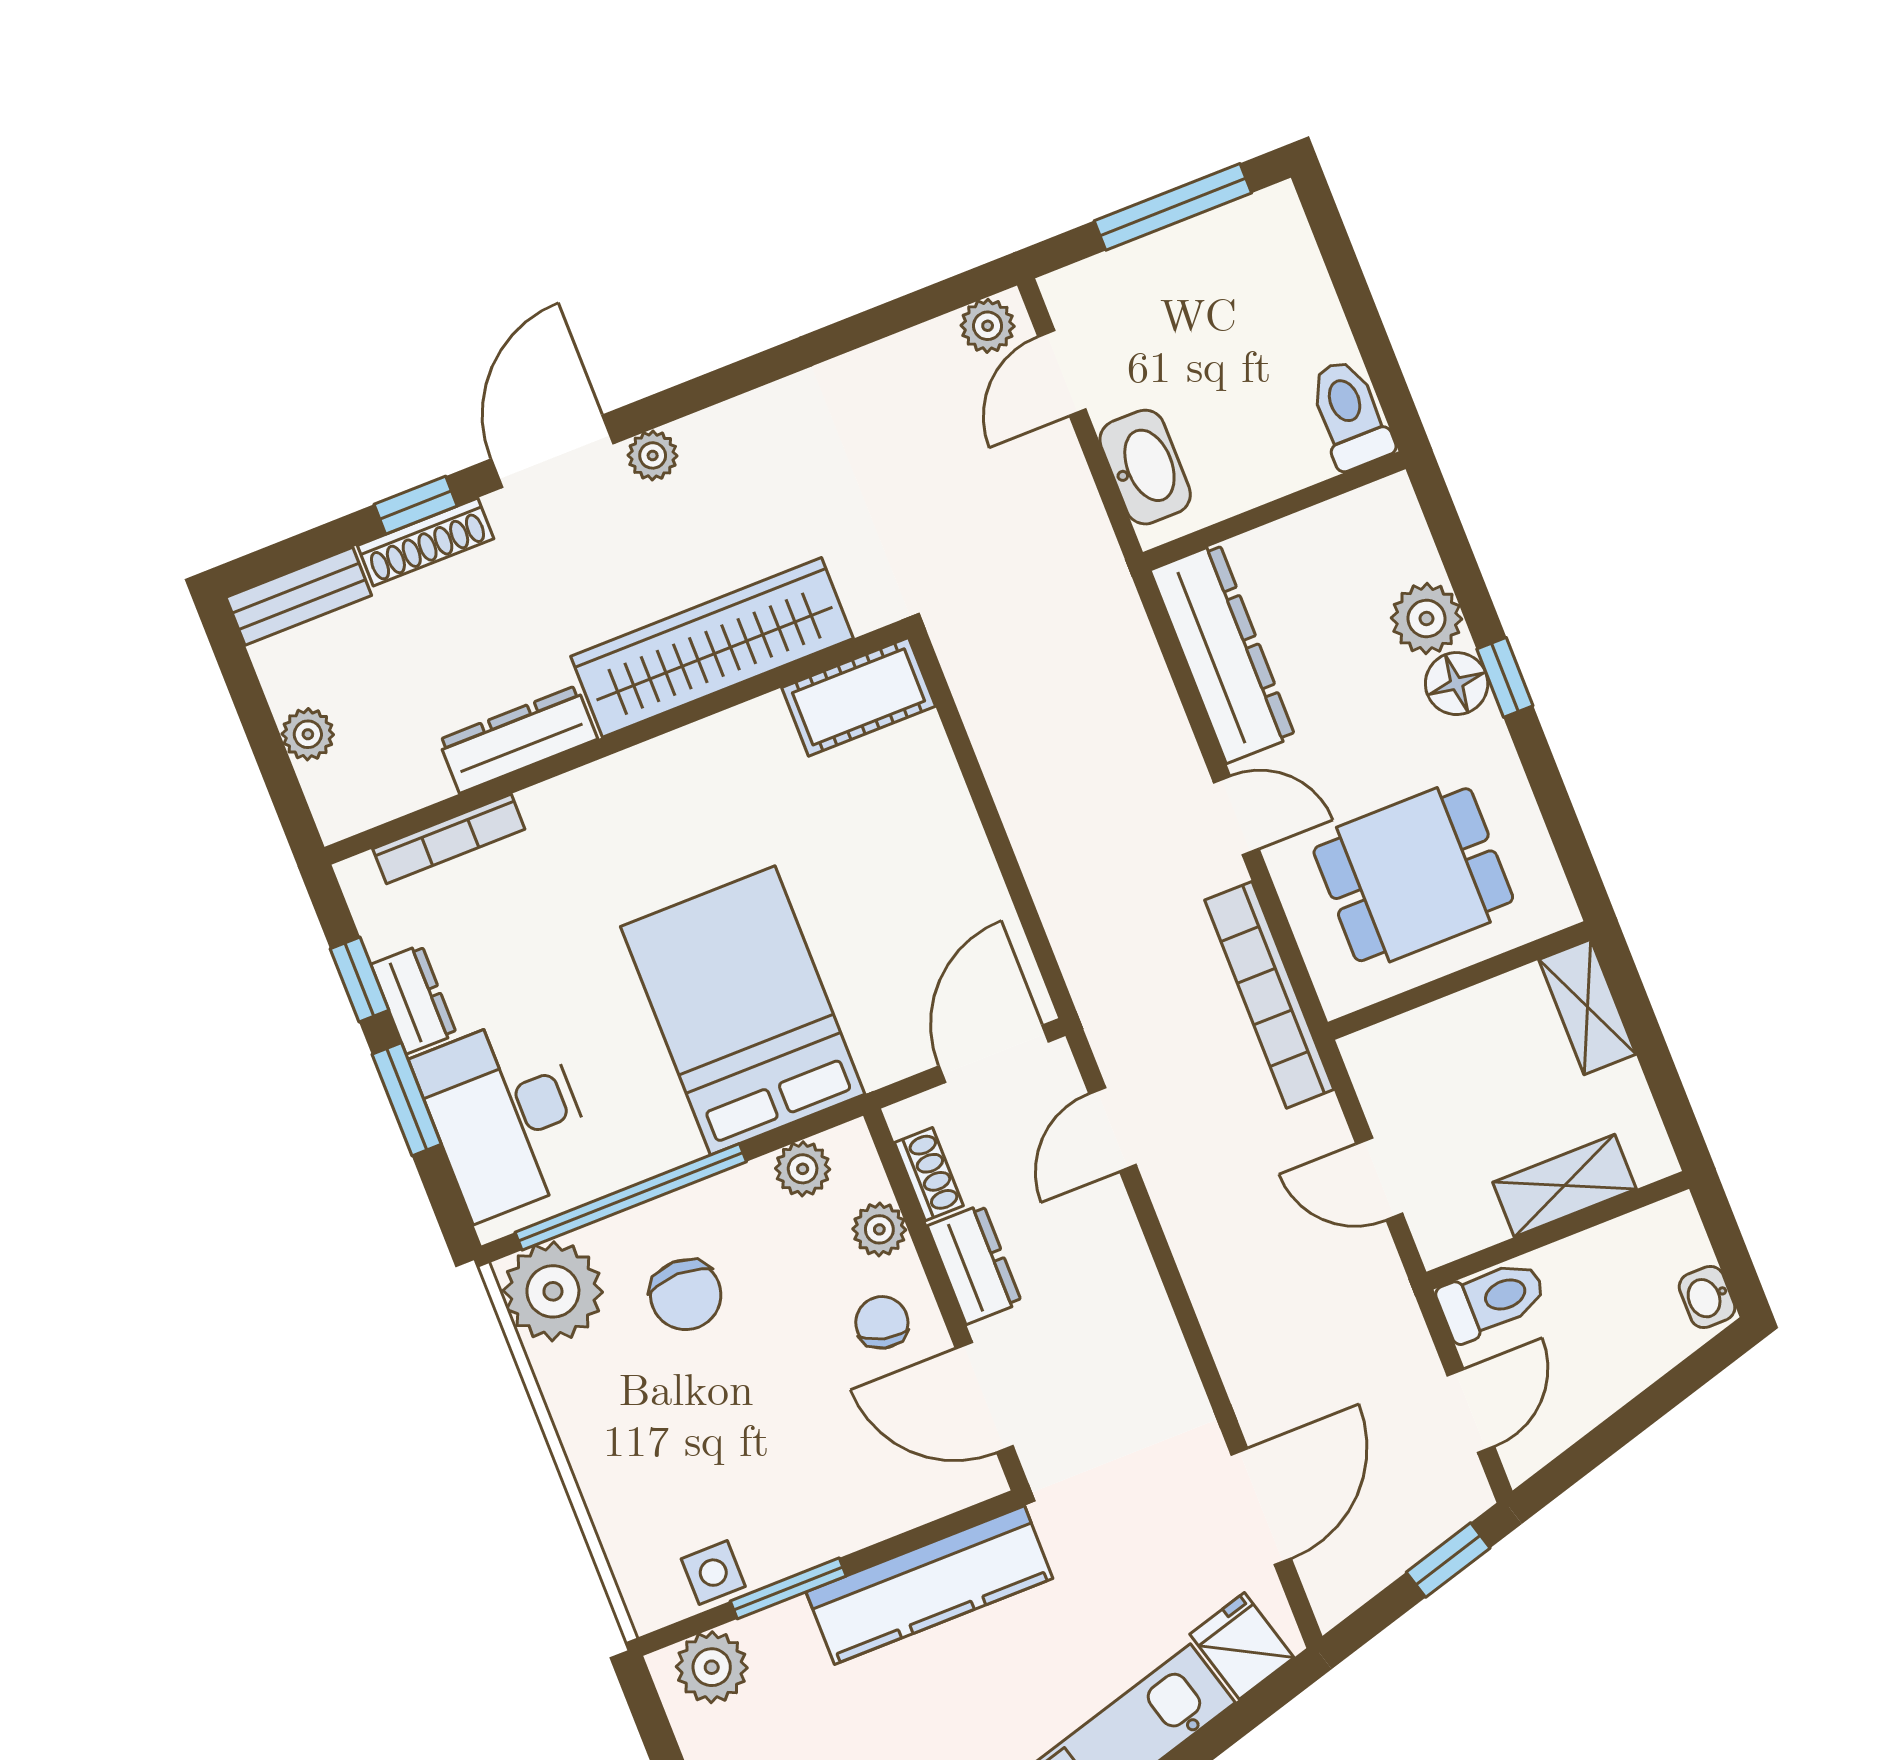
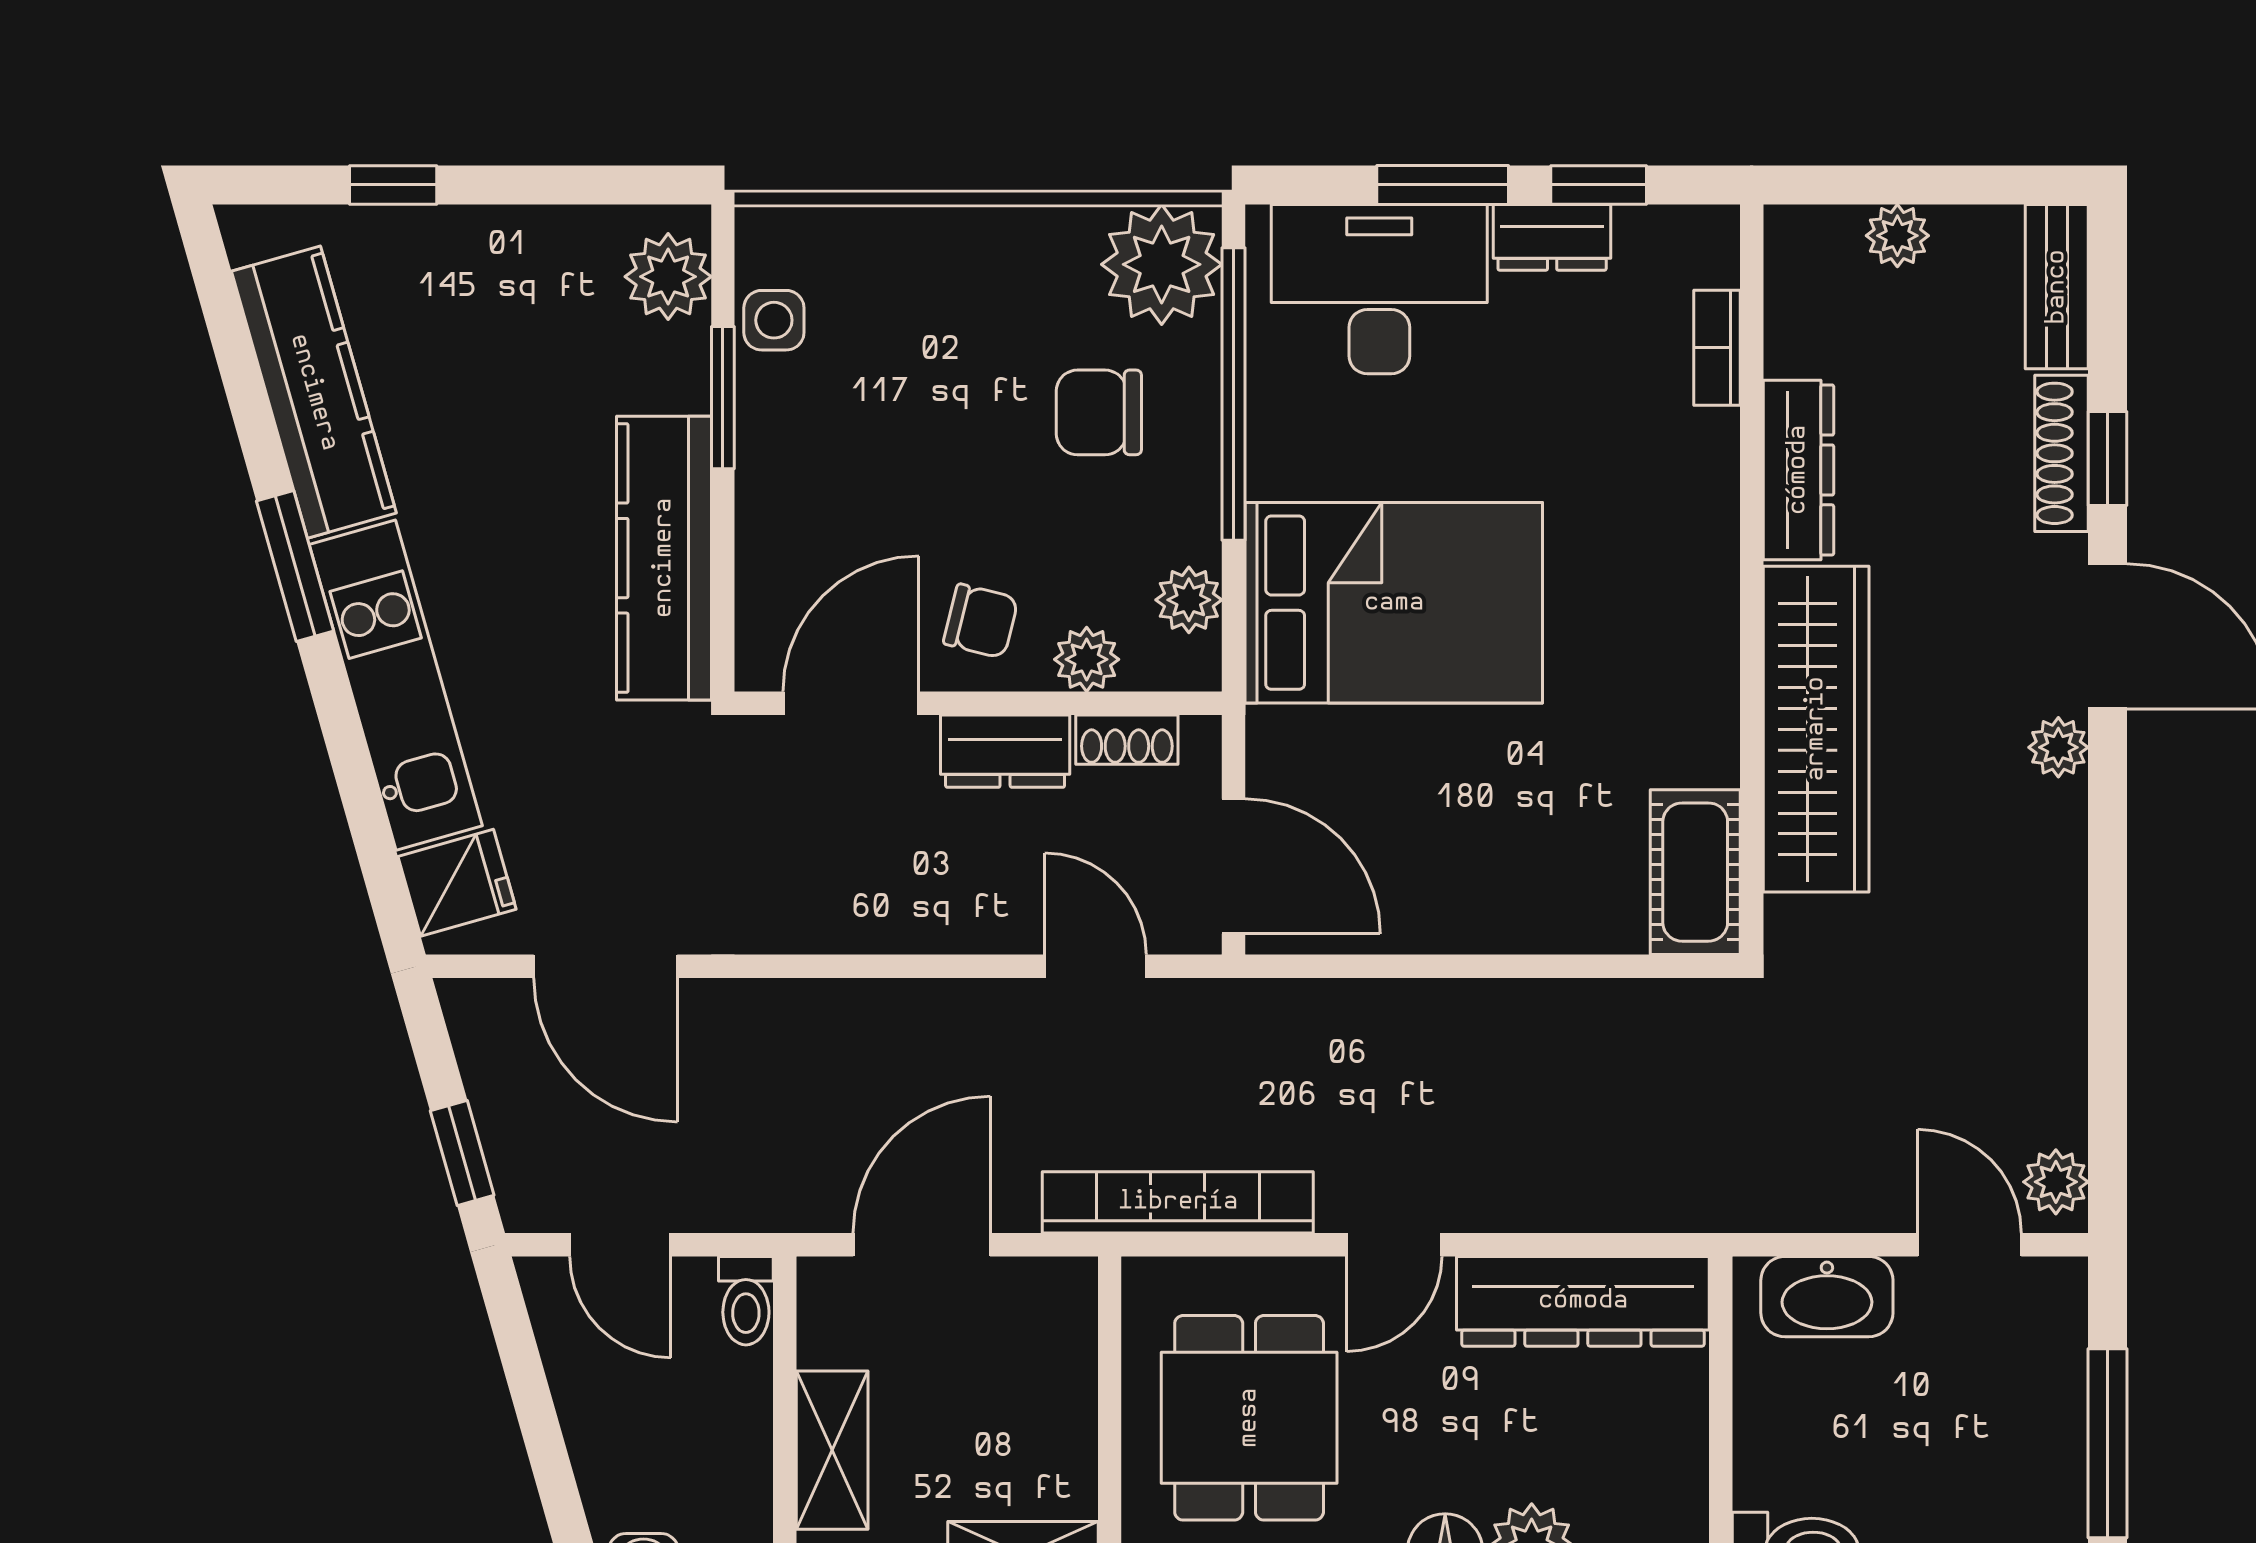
bookcase: (449, 839) -> (1717, 348), width x0.64
door: (1379, 1179) -> (922, 1245), width x1.38
toilet: (1492, 1300) -> (746, 1301), width x0.73, depth x0.72

